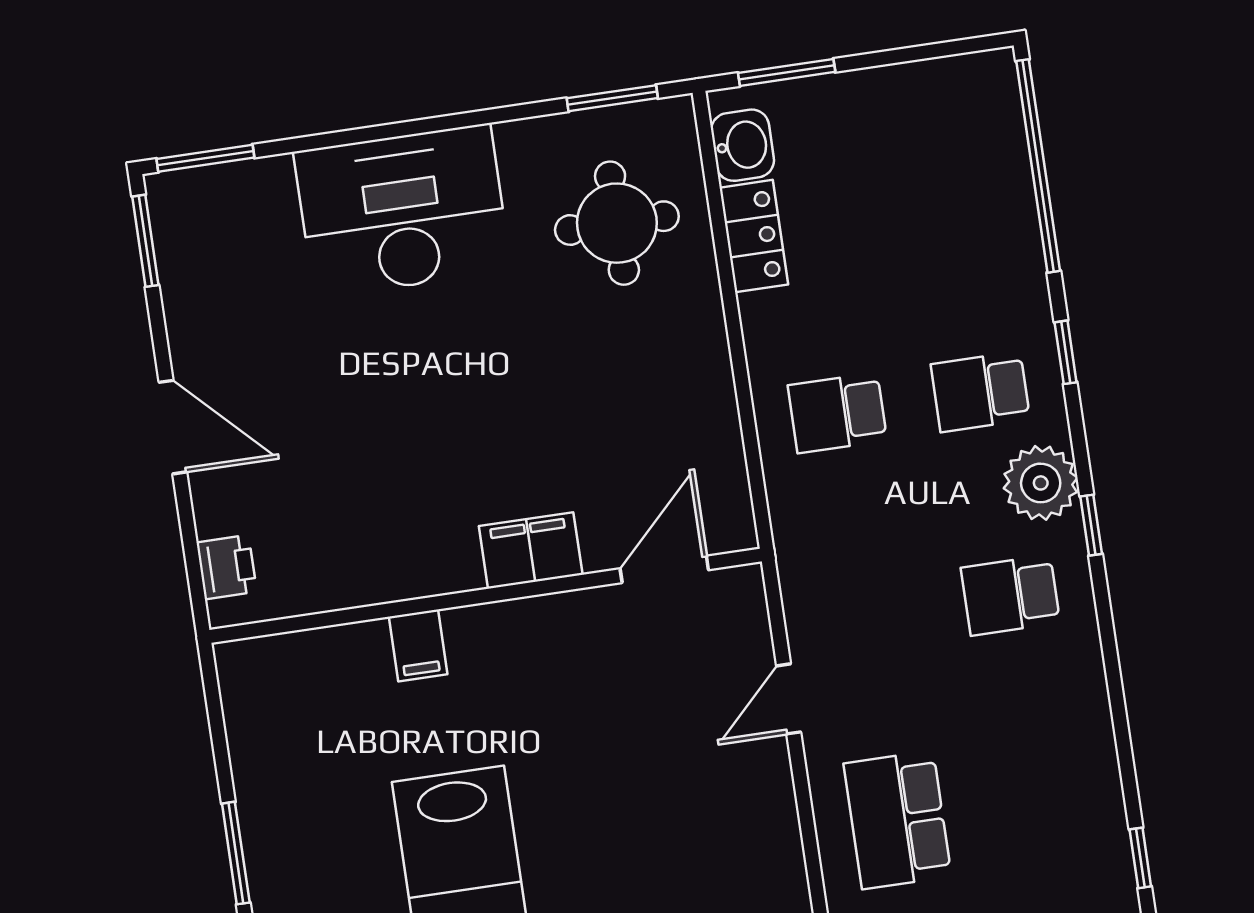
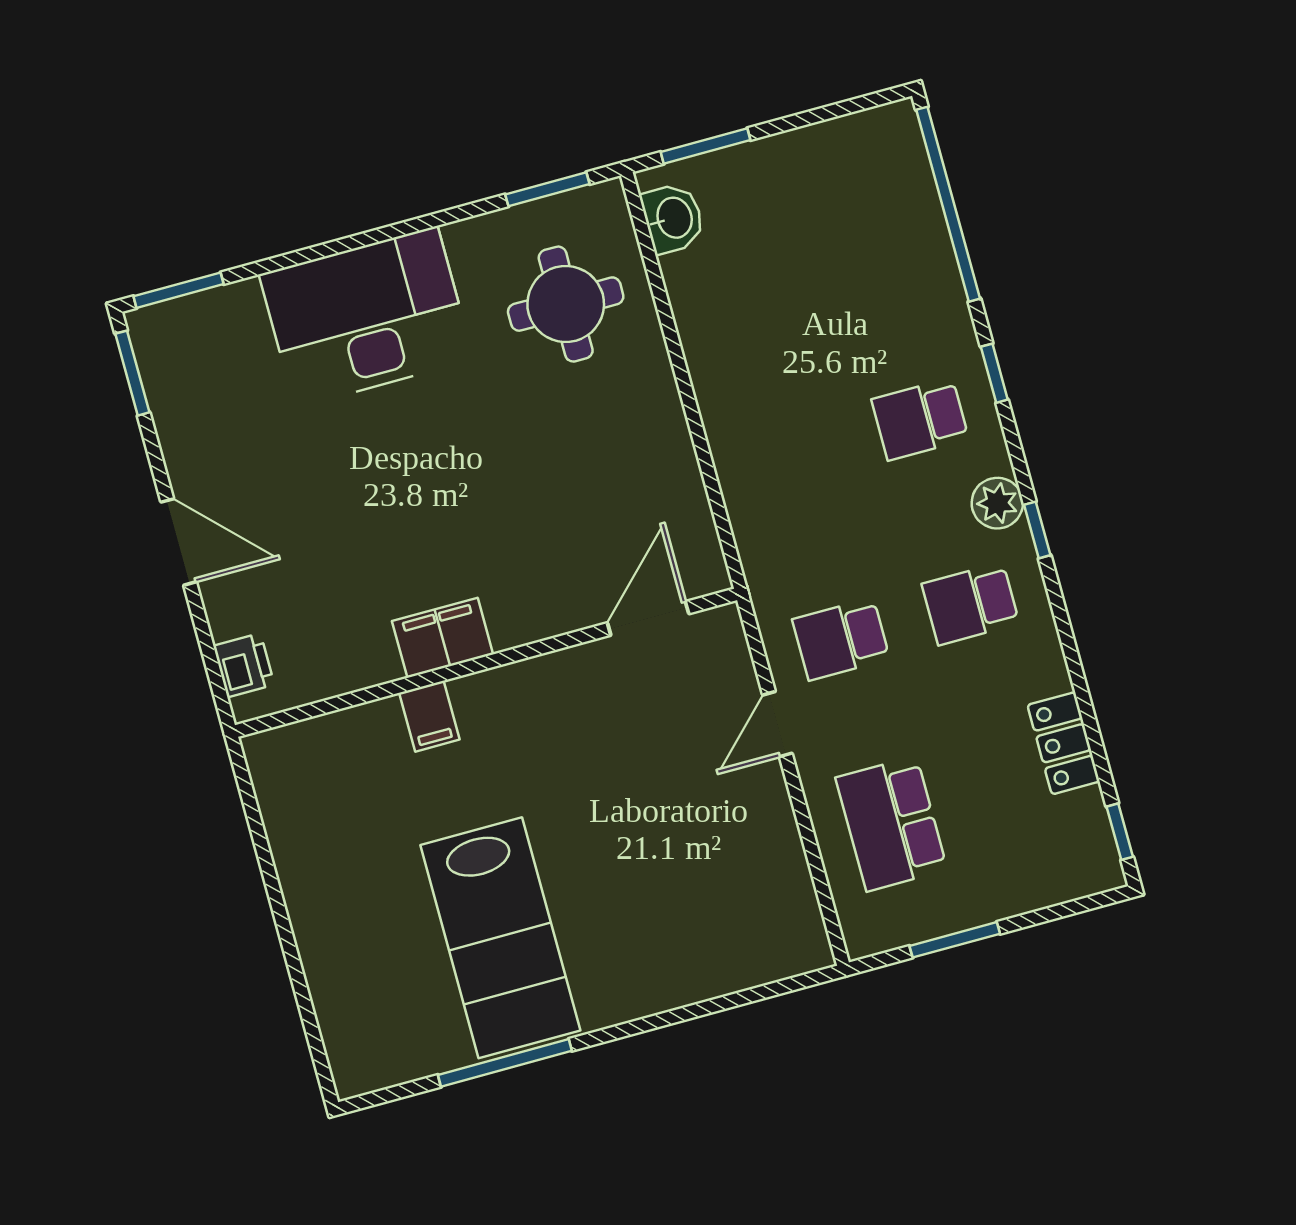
locker: (754, 236) -> (1064, 743), moved, turned 180
school desk: (837, 413) -> (841, 639), moved
plant: (1041, 483) -> (997, 503), width x0.73, depth x0.73
filing cabinet: (531, 550) -> (443, 638), moved
window: (236, 853) -> (284, 928), removed

